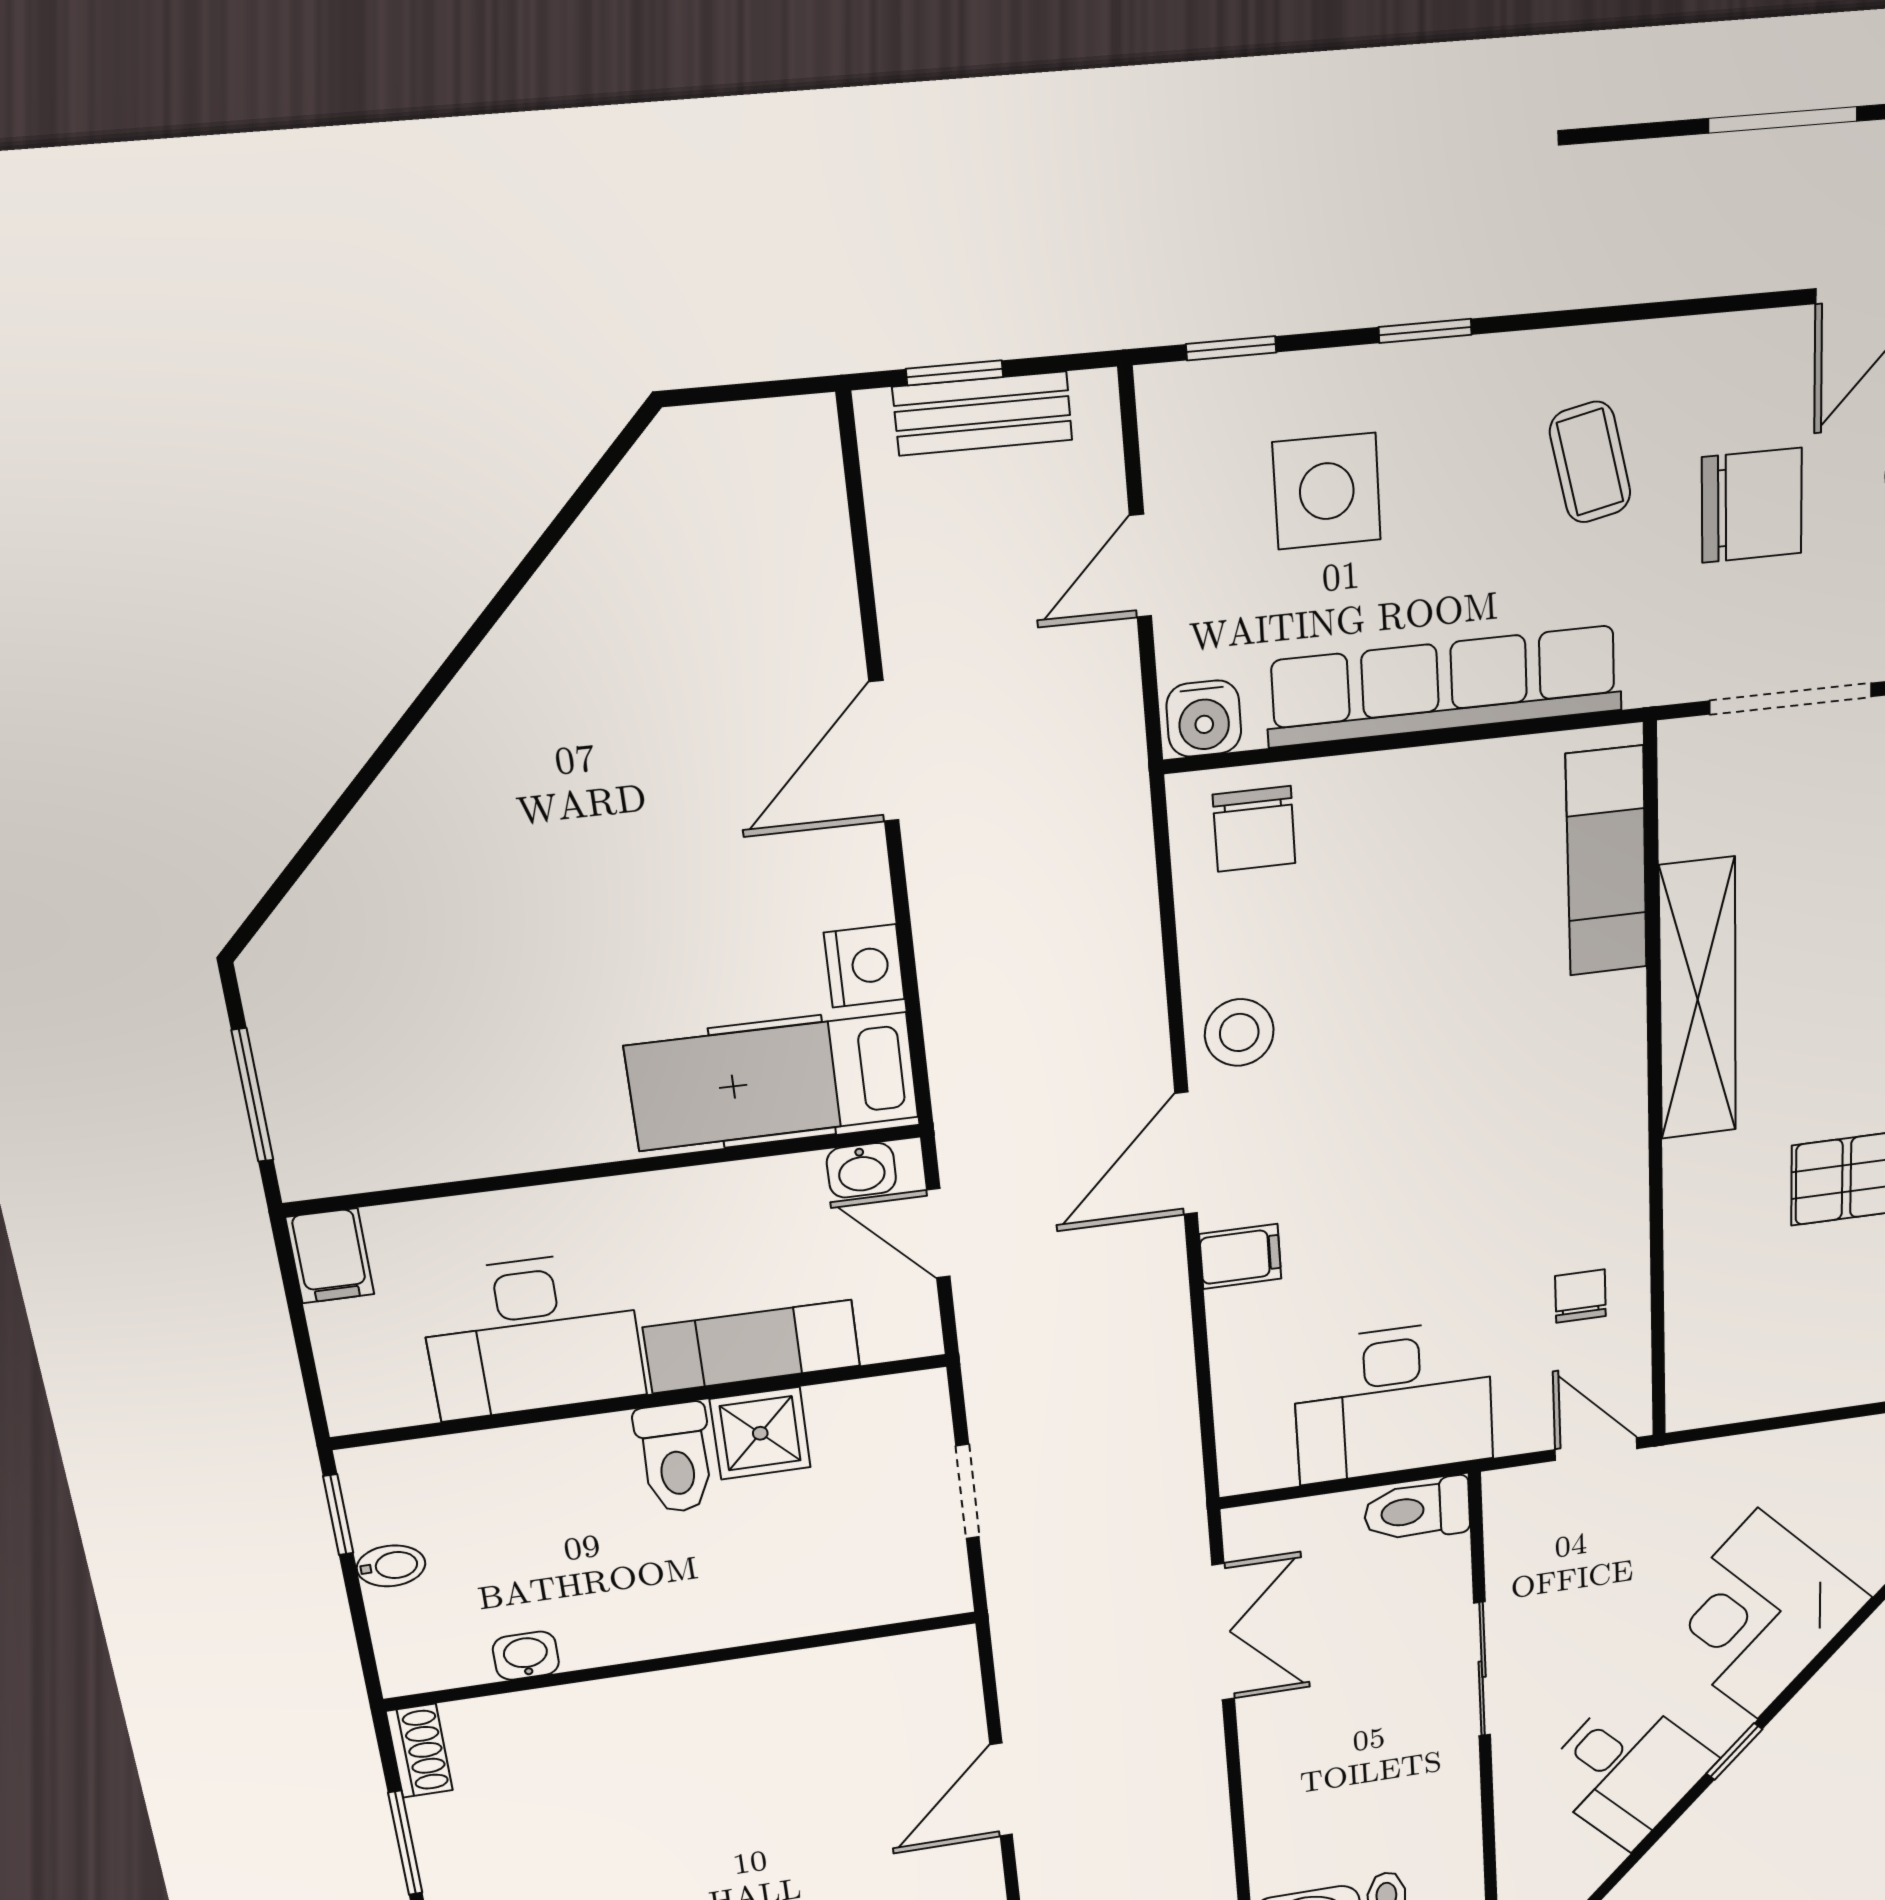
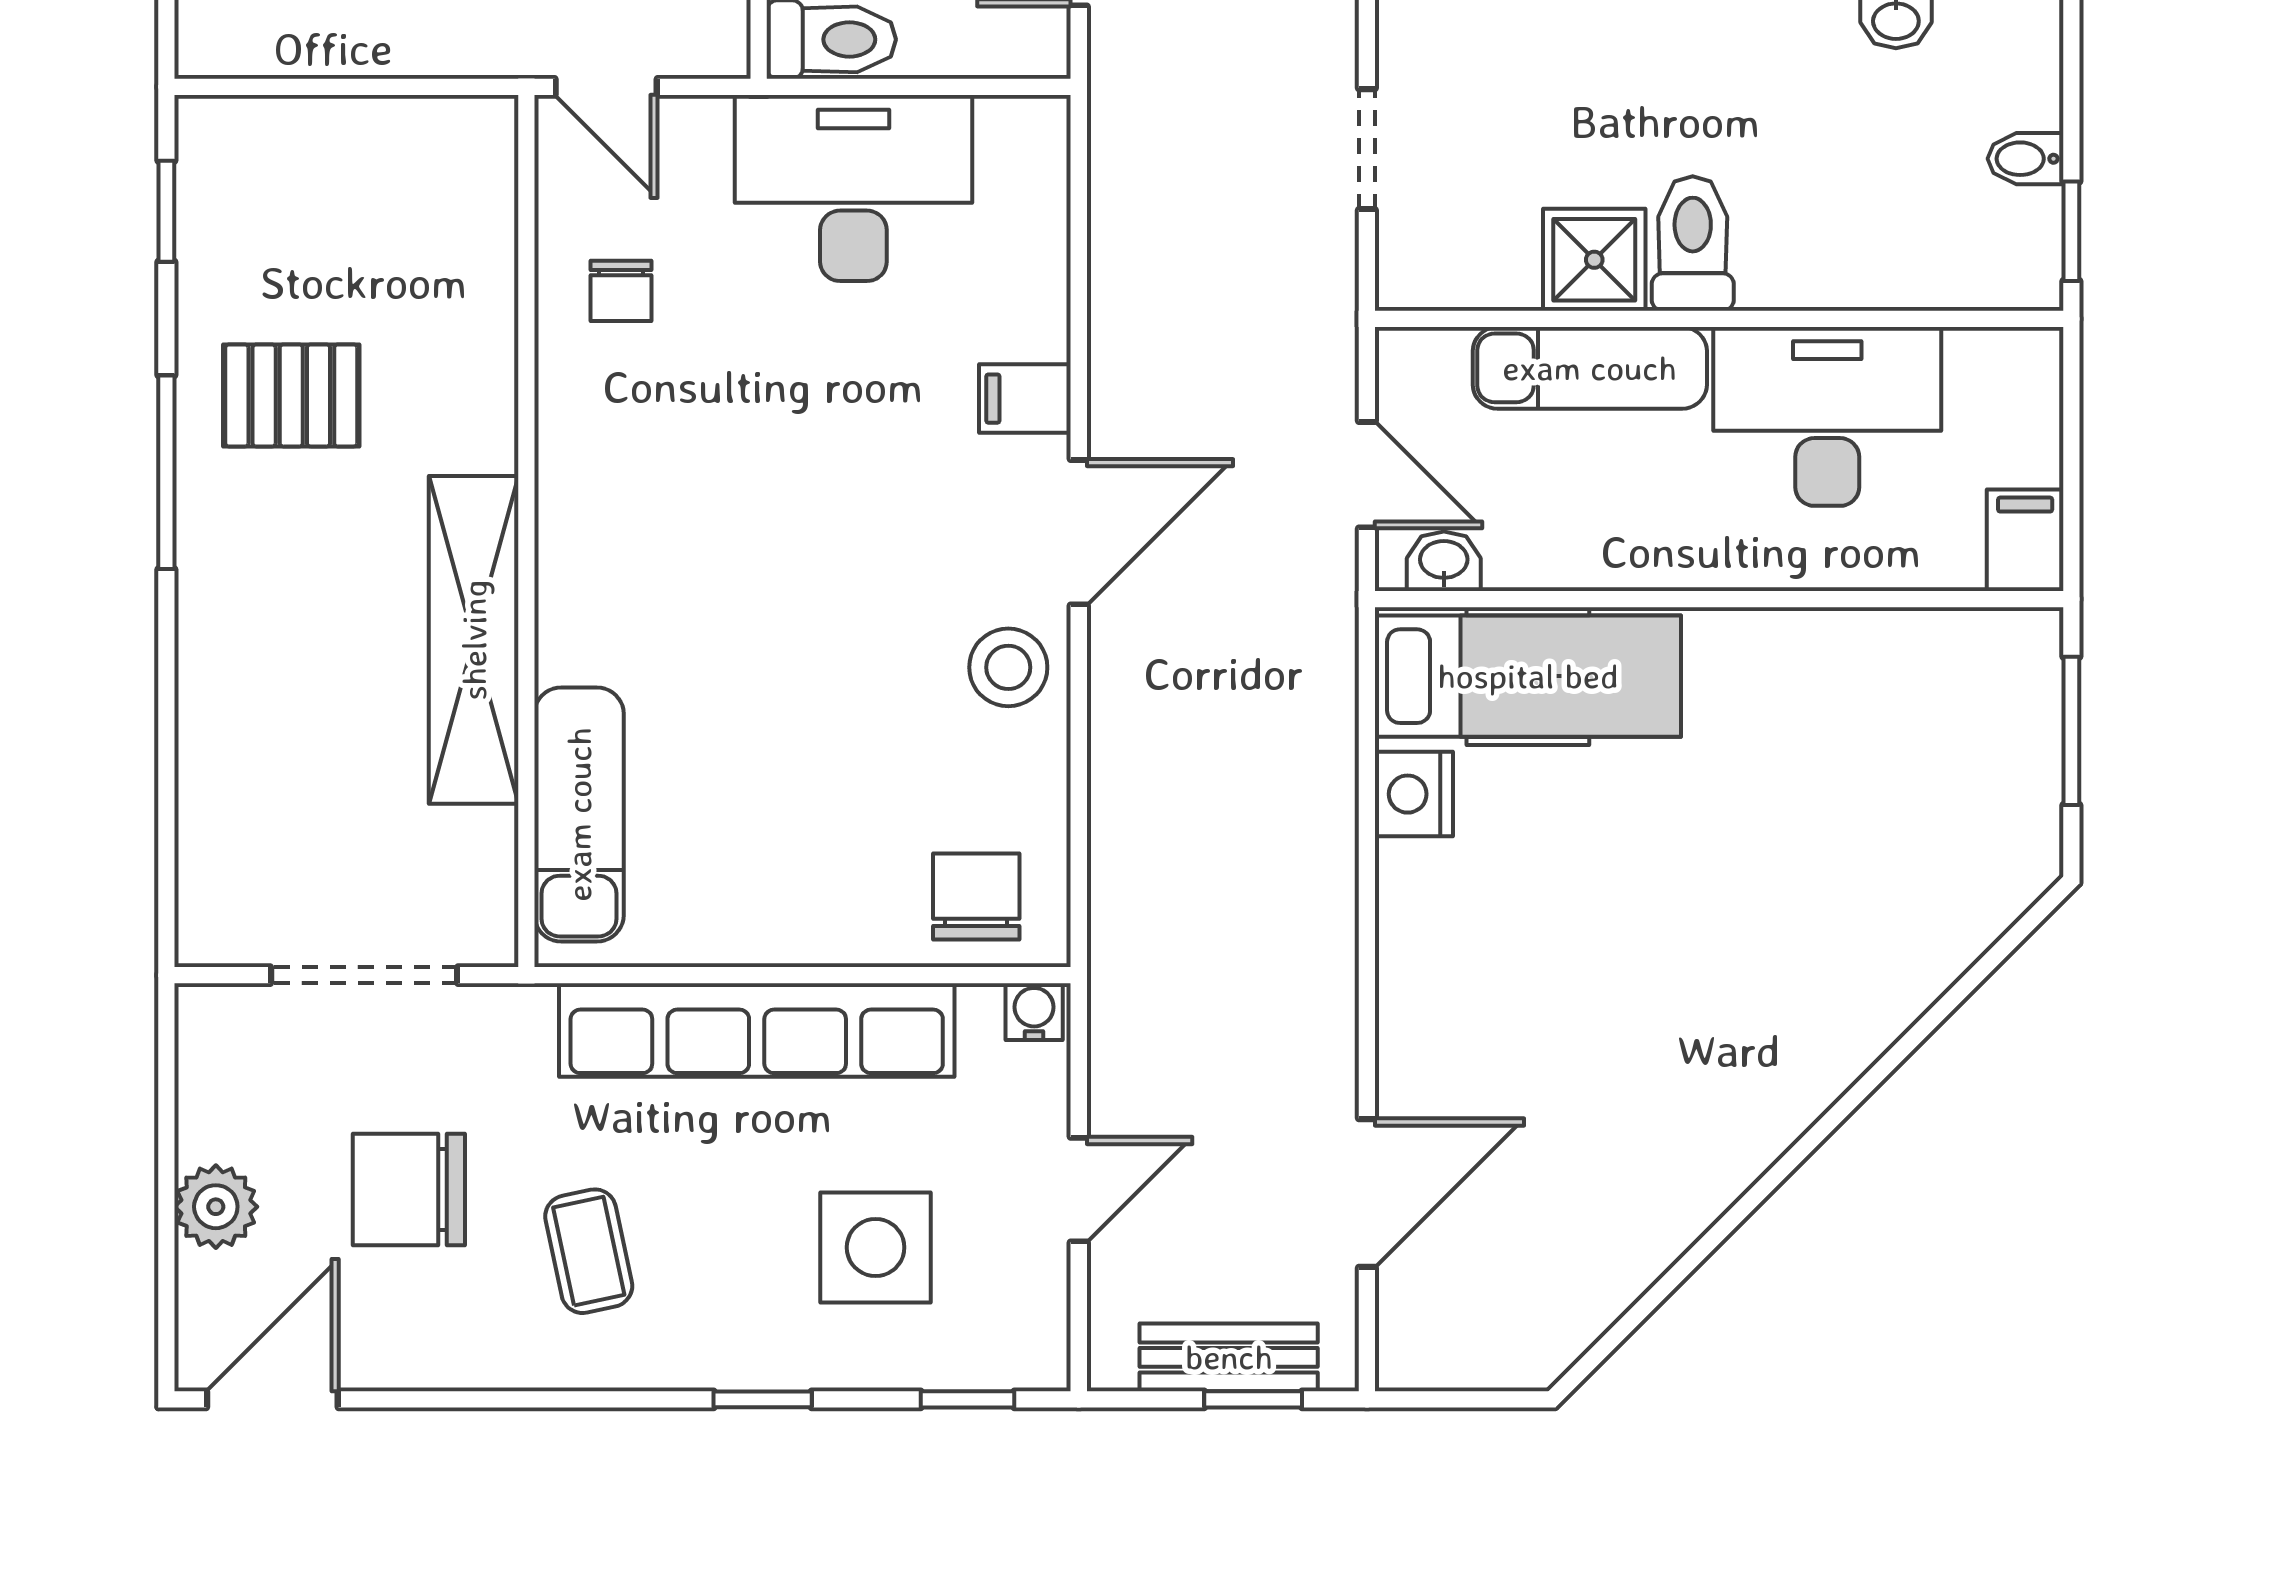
water cooler: (1204, 719) -> (1034, 1012), width x0.72, depth x0.72
door: (884, 751) -> (1367, 1193), moved

